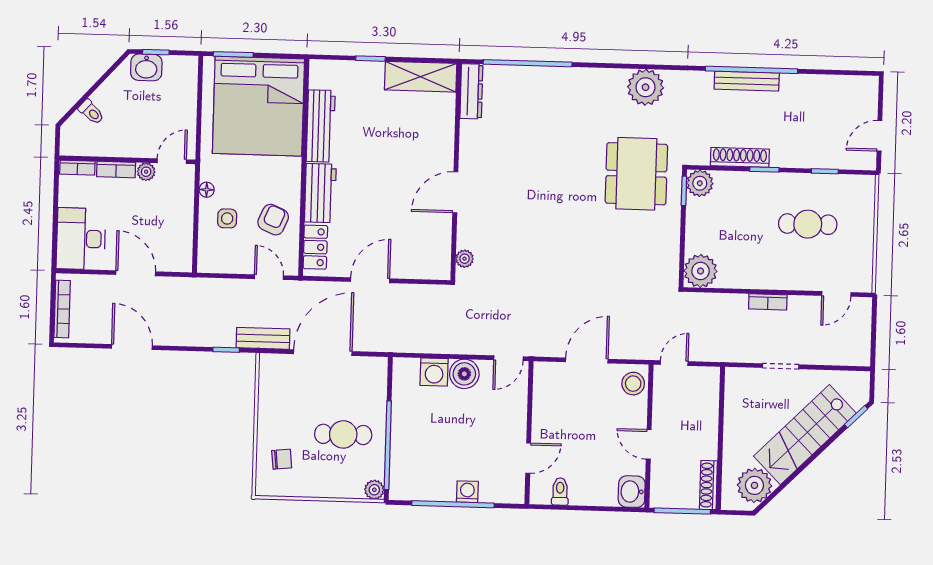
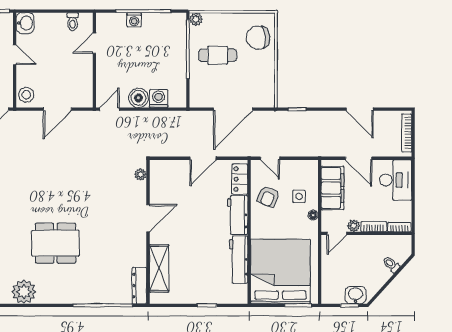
shelving: (421, 77) -> (159, 268), moved, turned 90
dining table: (636, 174) -> (55, 243), moved, turned 90
filing cabinet: (176, 230) -> (332, 188), added
bench: (263, 338) -> (273, 118), removed
chair: (282, 459) -> (258, 38), width x1.87, depth x1.87

